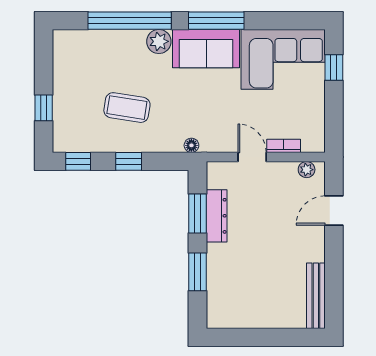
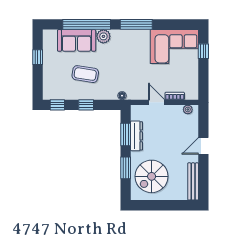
sofa: (206, 49) -> (77, 40), moved
window: (44, 108) -> (38, 57), moved
door: (334, 210) -> (203, 146), moved
spiral stairs: (243, 287) -> (152, 176), added

